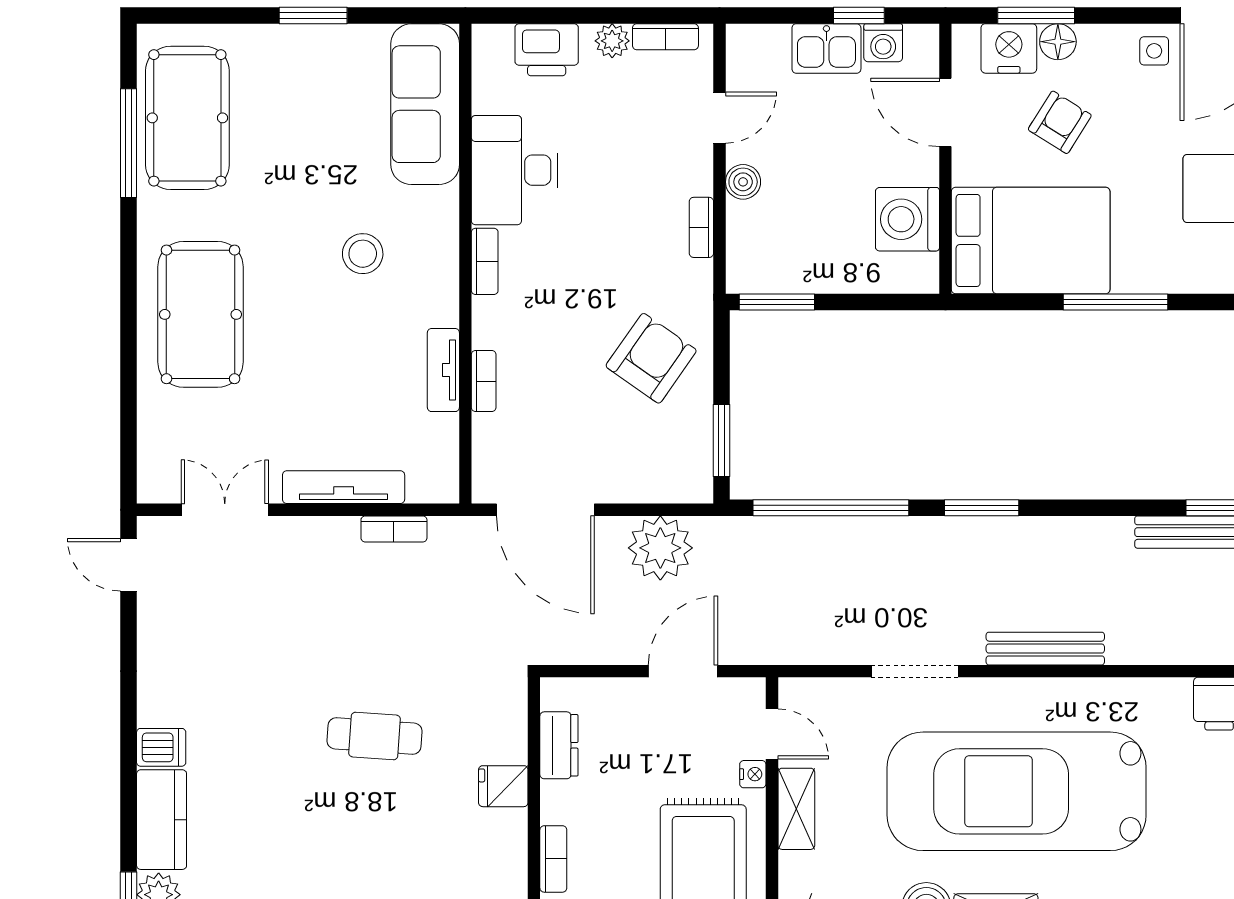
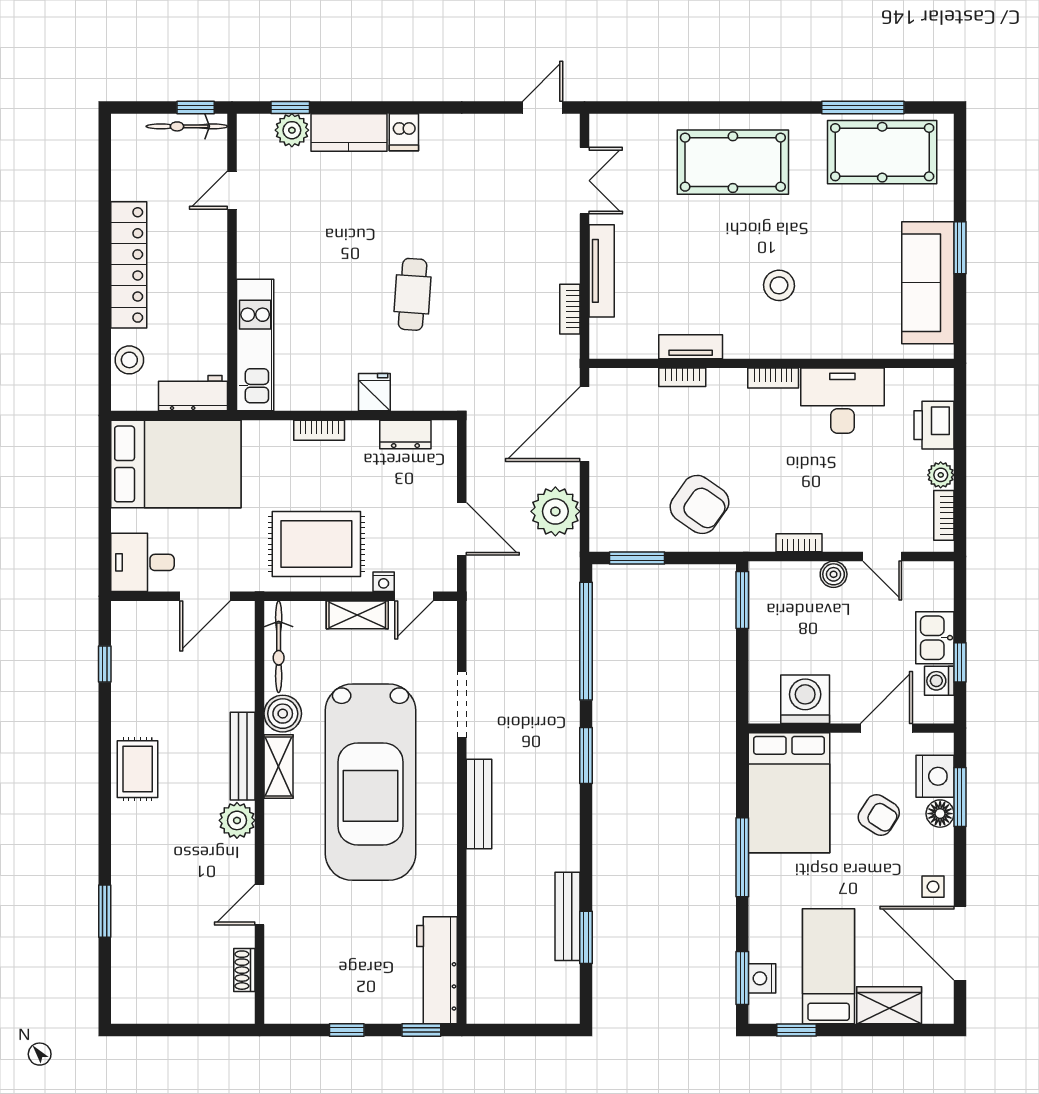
sofa: (425, 104) -> (928, 283), moved, turned -90
car: (1017, 791) -> (370, 782), turned 180

